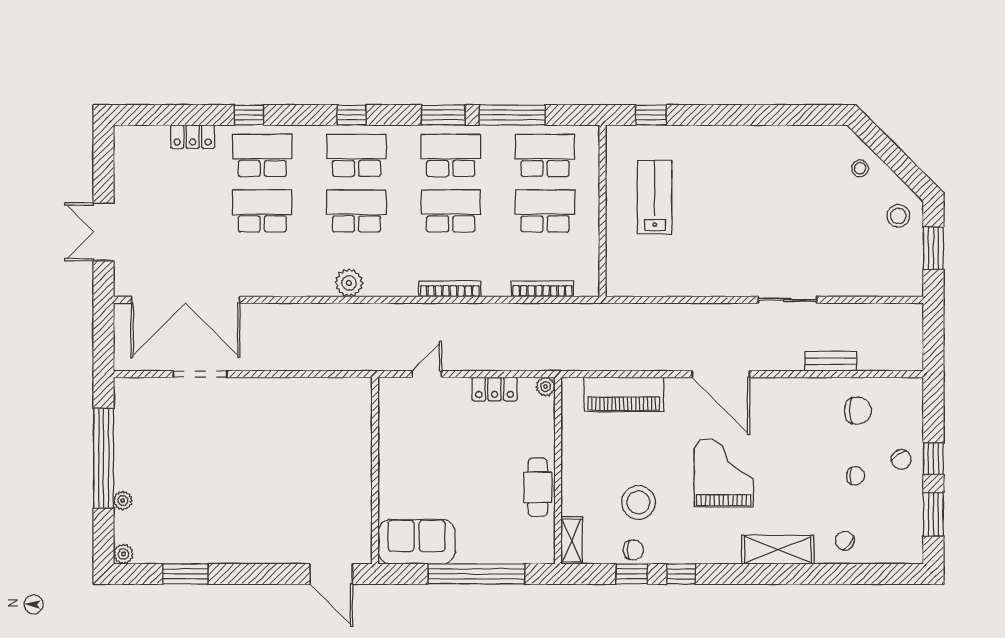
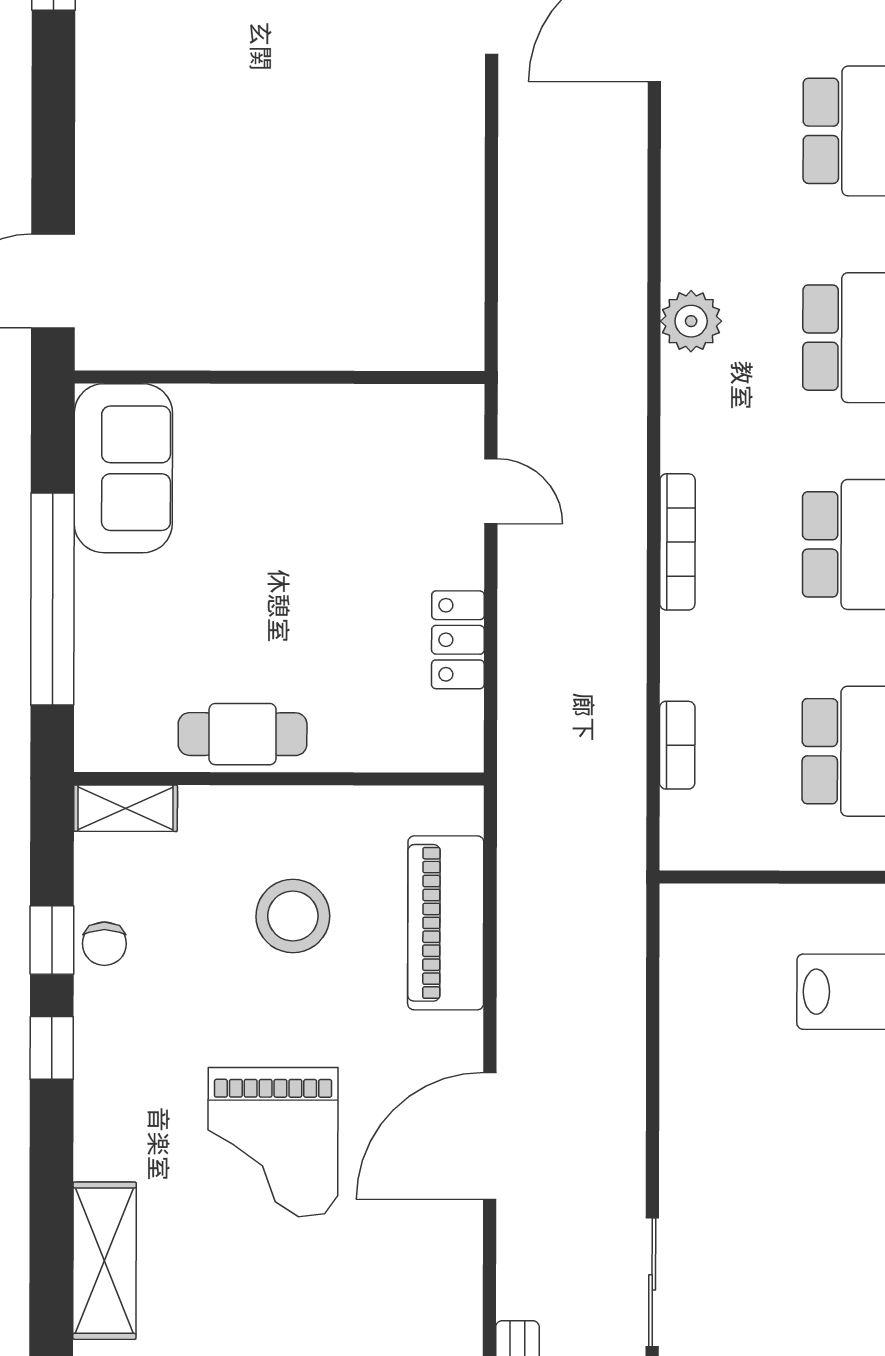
bookcase: (542, 289) -> (677, 745), width x0.64
plant: (545, 387) -> (463, 752), removed
grand piano: (724, 473) -> (273, 1142), turned 90
stool: (638, 502) -> (293, 916), moved

